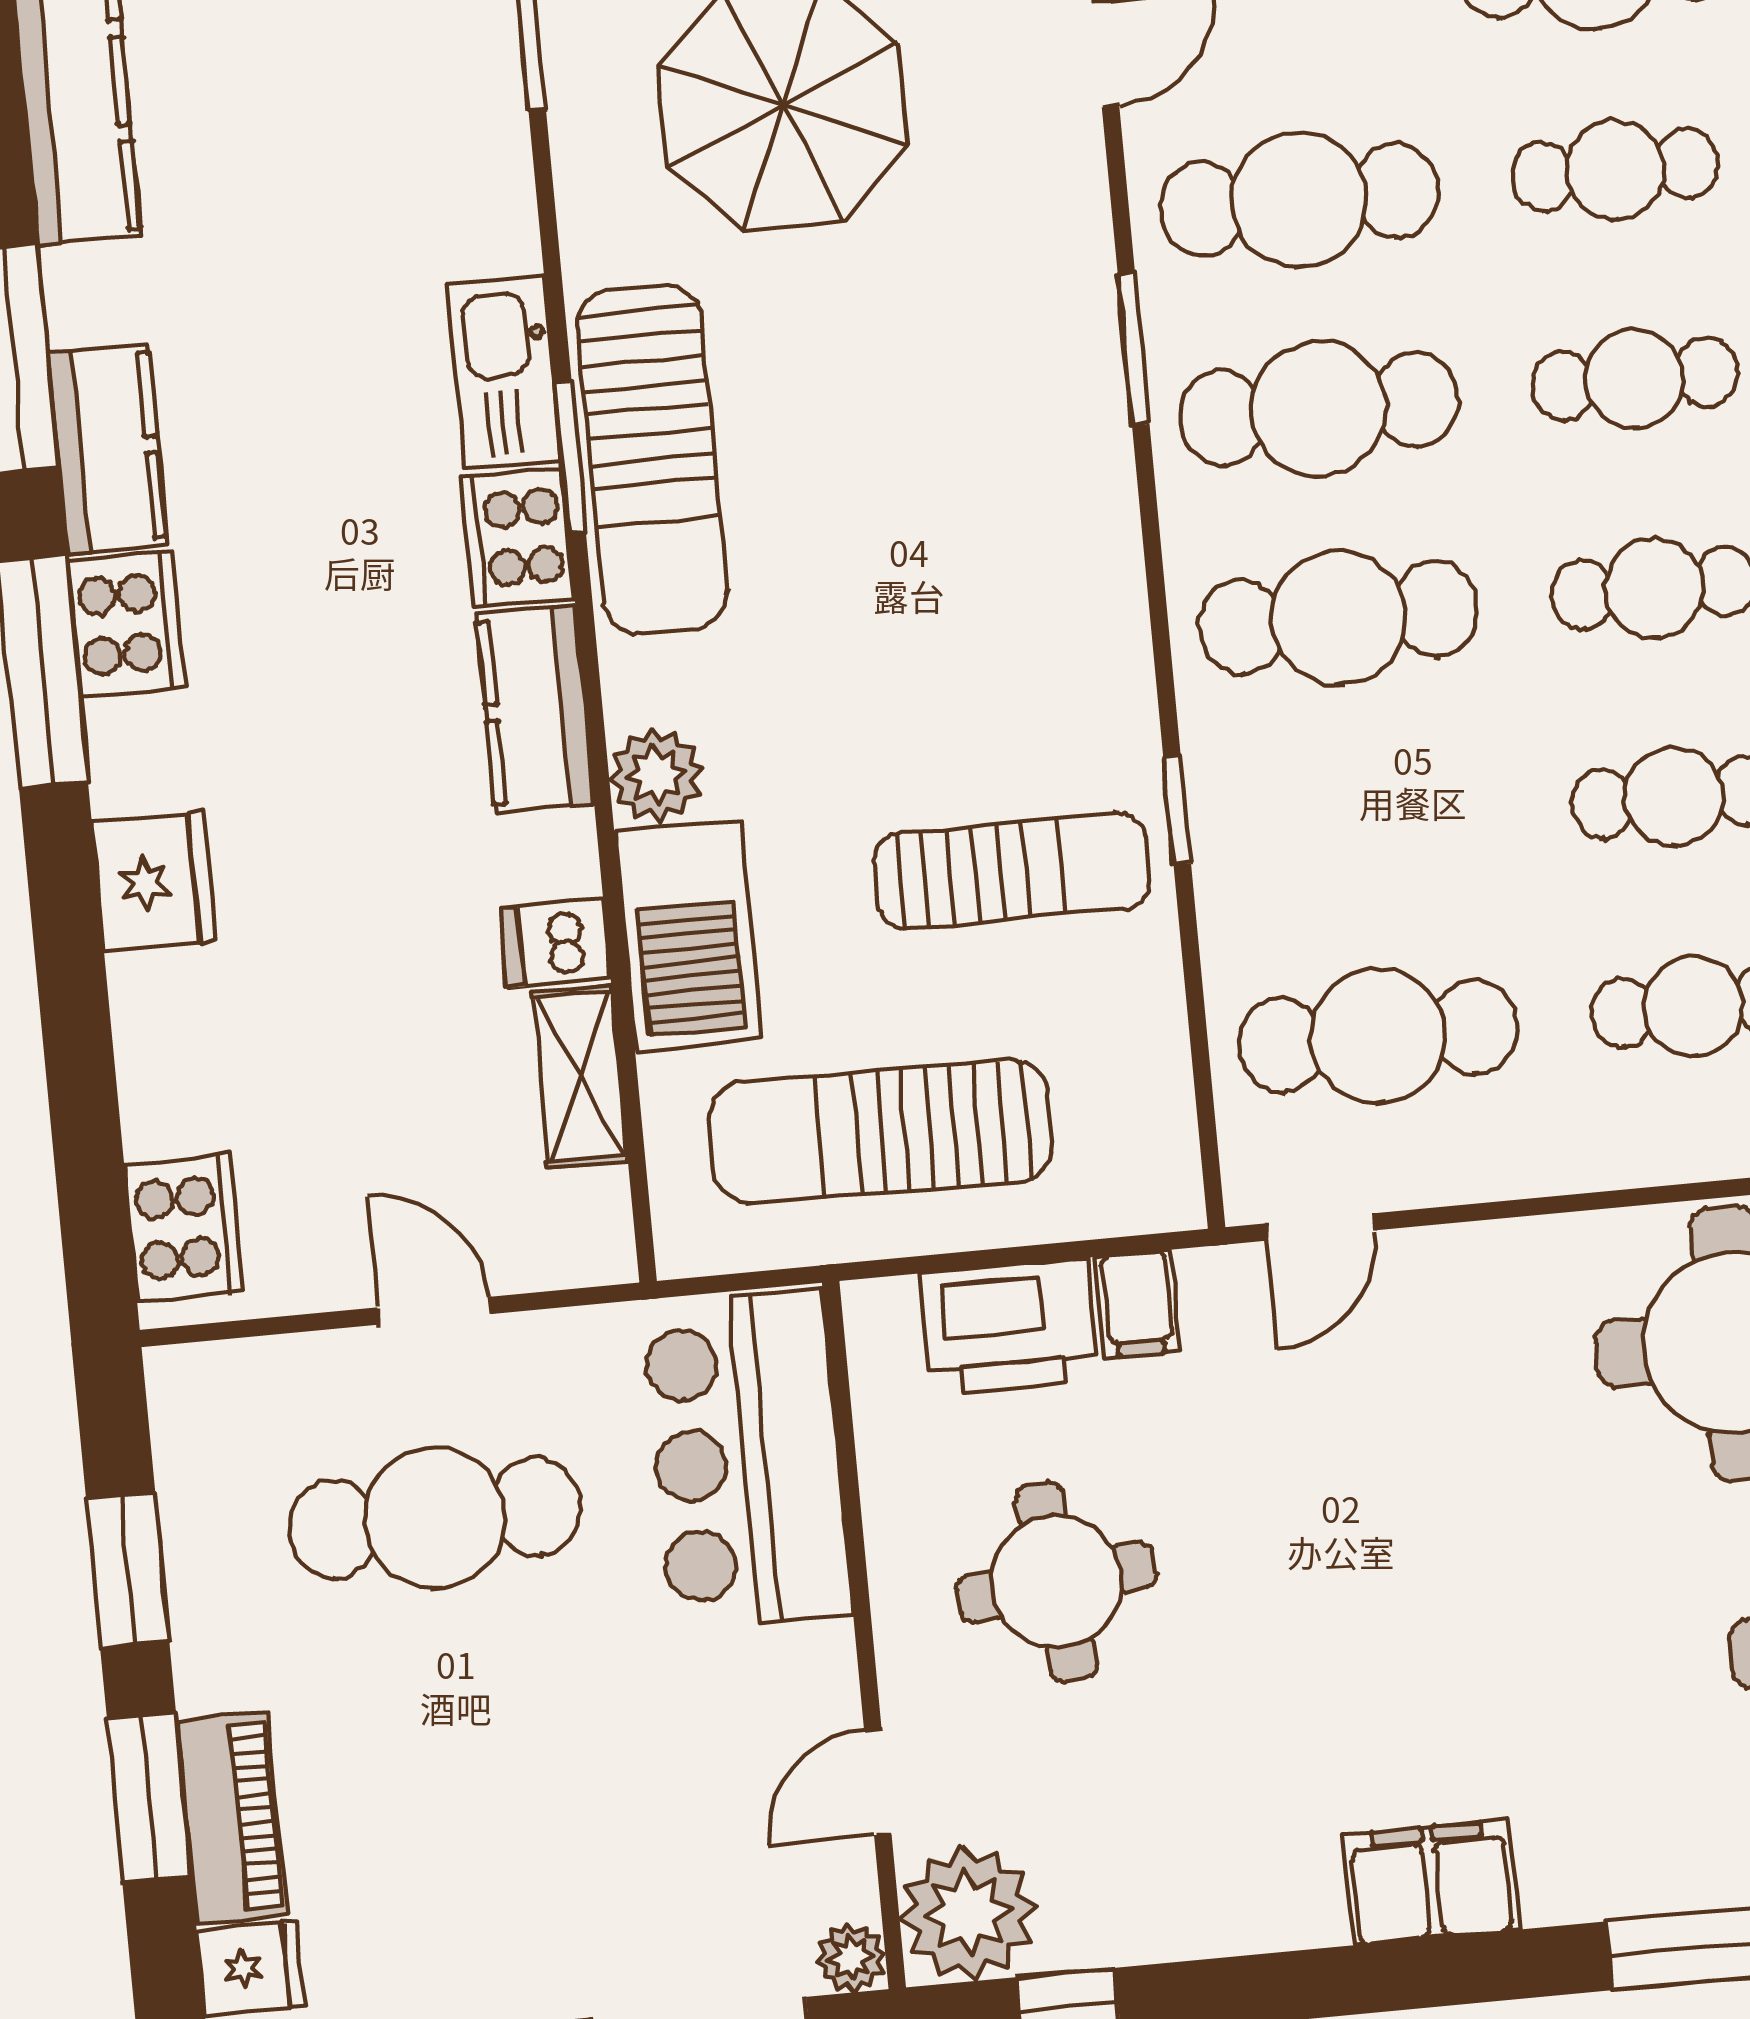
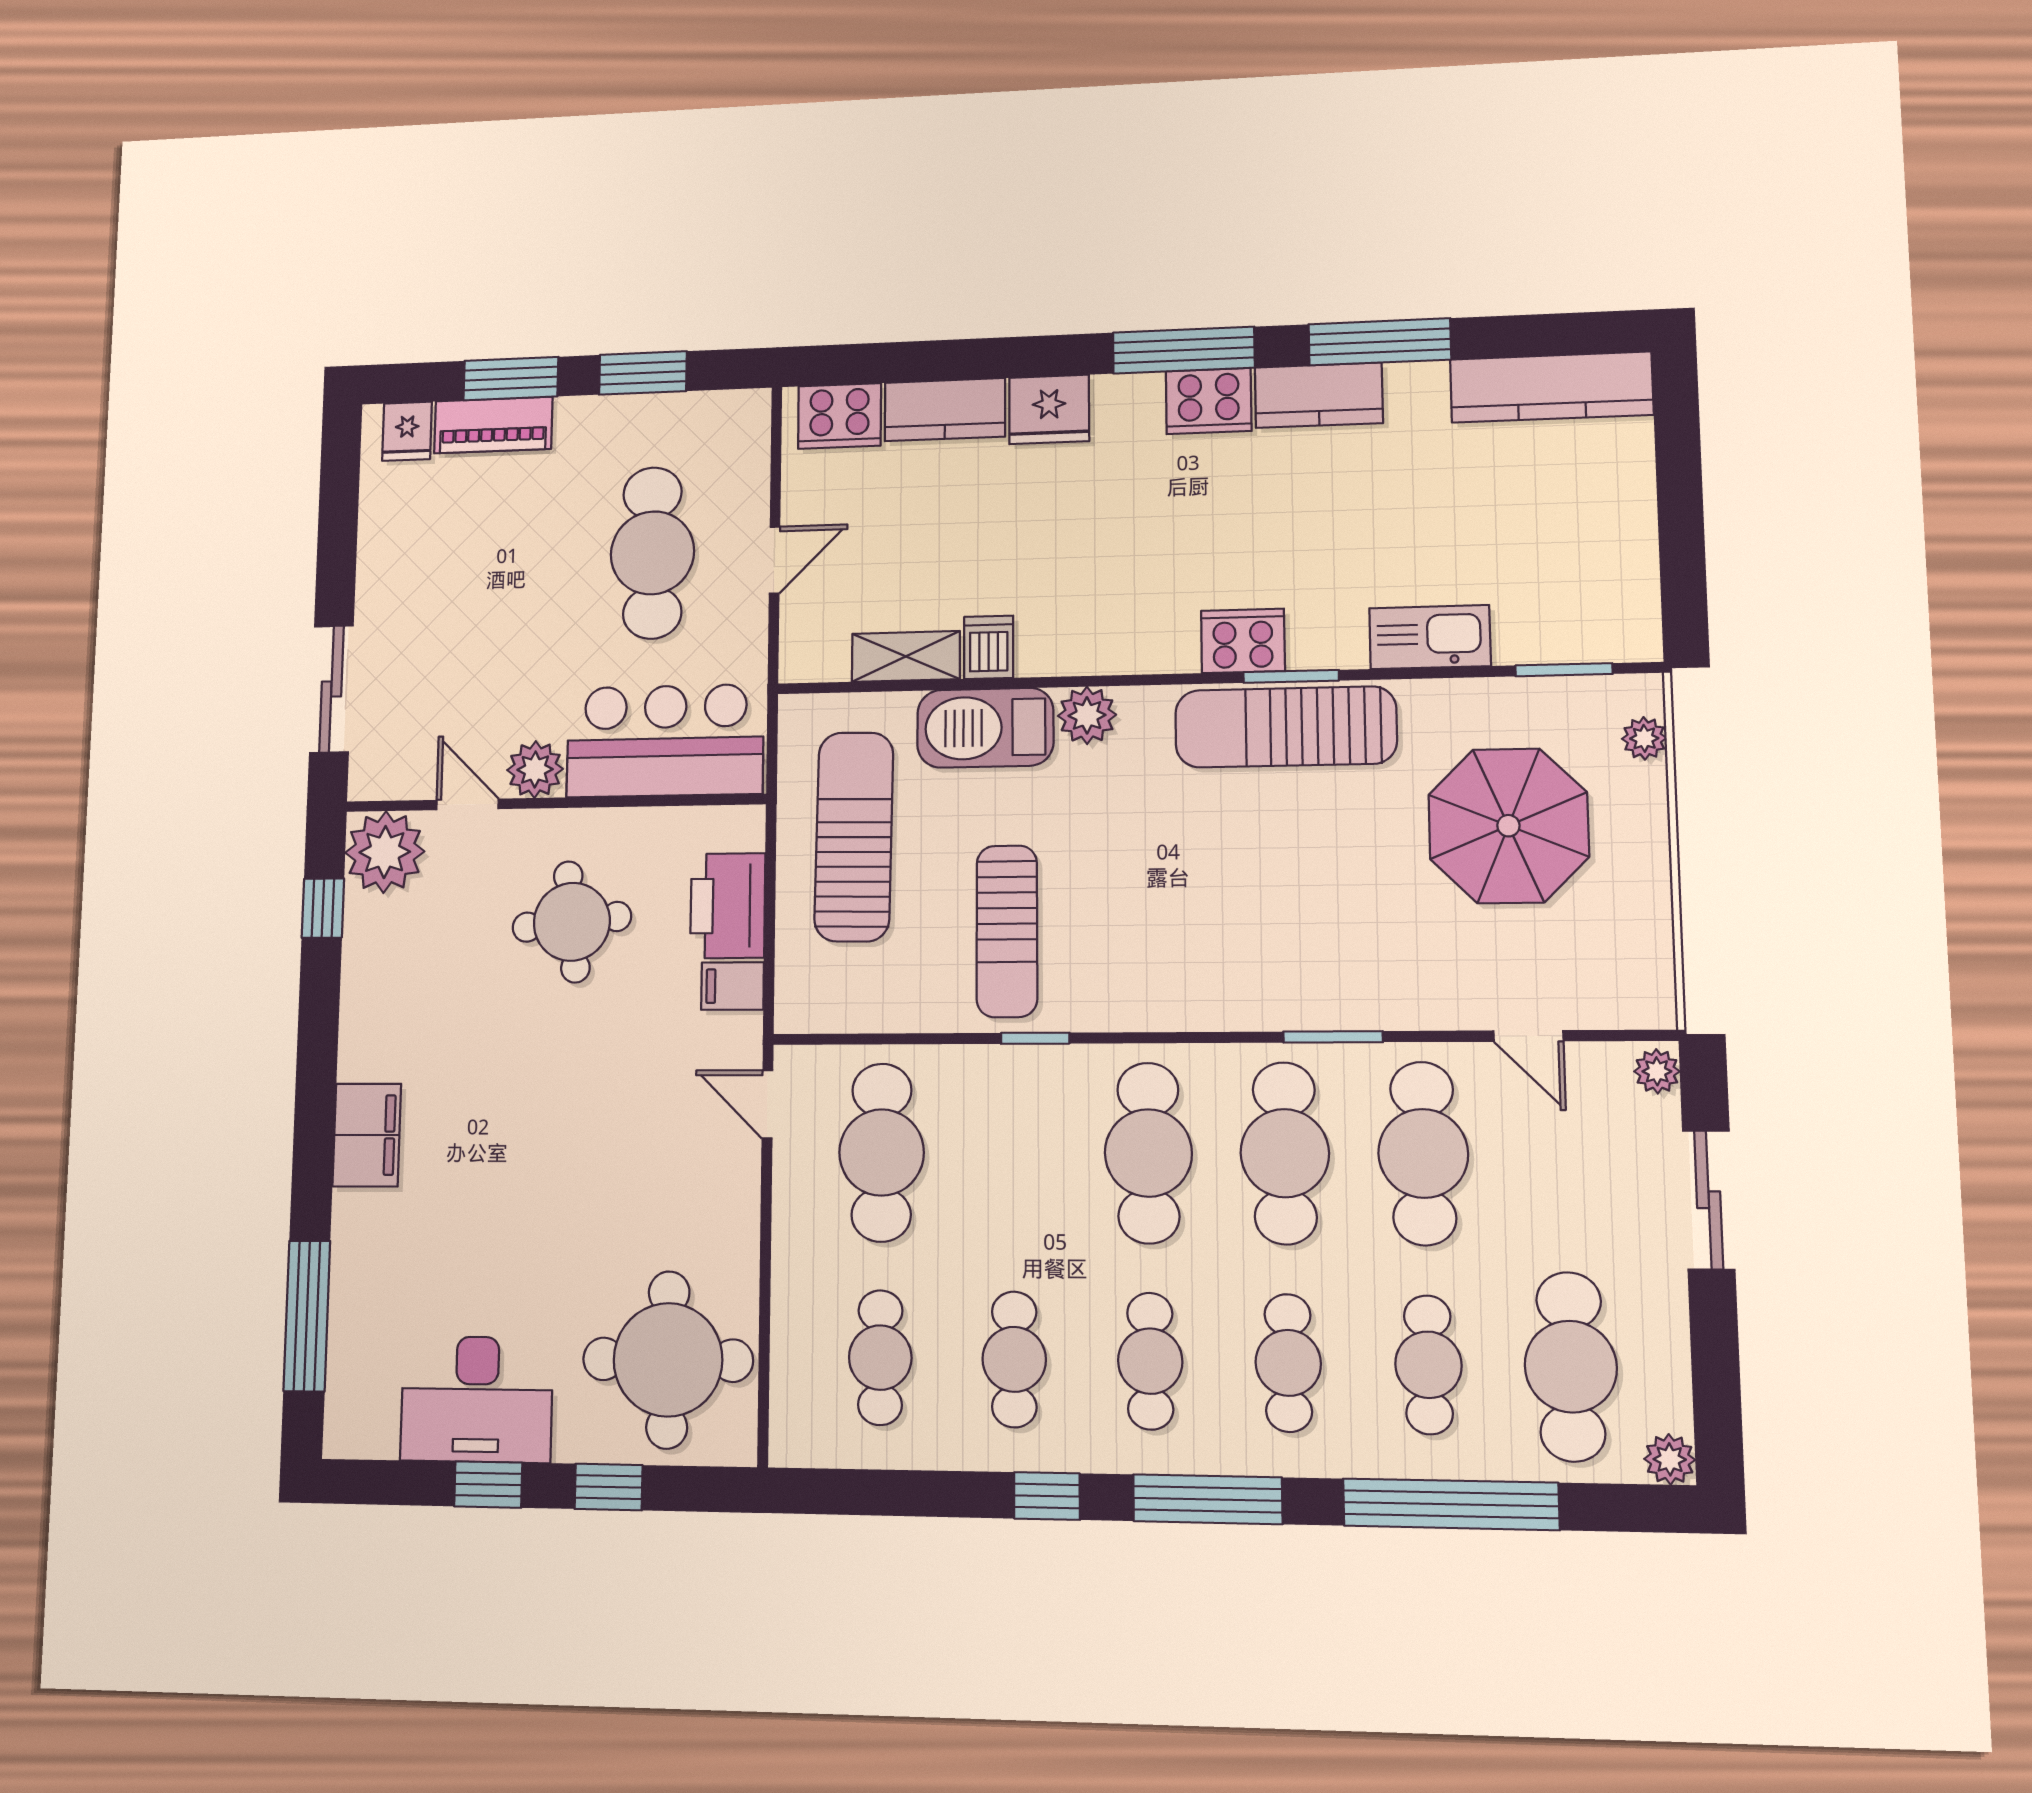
kitchen sink: (504, 372) -> (1430, 637), moved
kitchen counter: (535, 709) -> (945, 410), moved, turned 180
plant: (851, 1958) -> (535, 769), moved, width x1.38, depth x1.38

